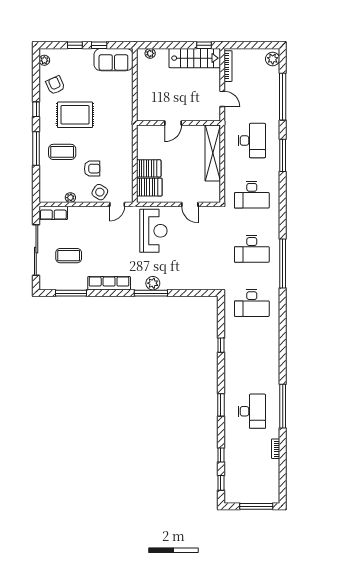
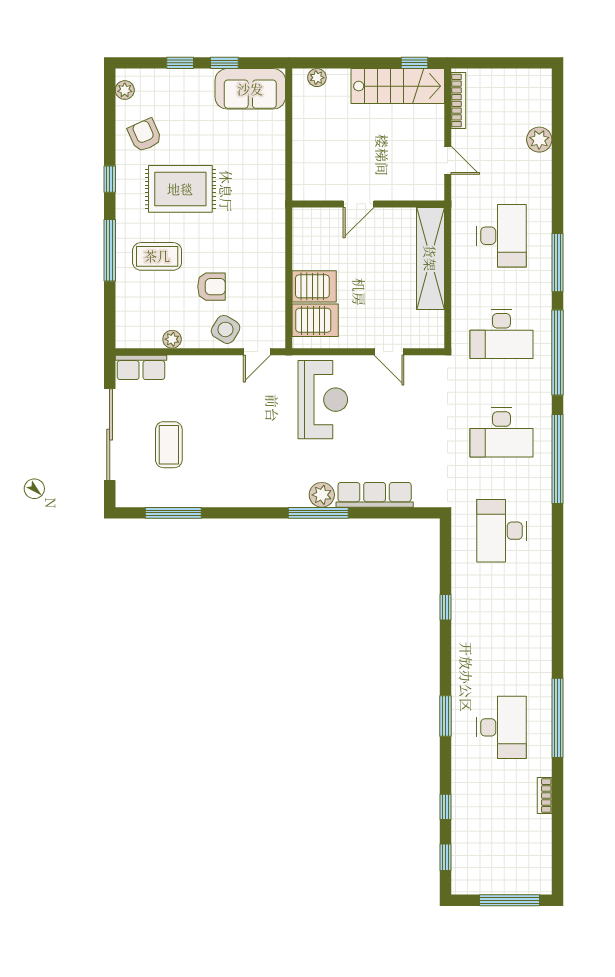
plant: (273, 59) -> (539, 140), moved
window: (283, 97) -> (557, 352), moved
coffee table: (69, 256) -> (169, 445), turned 90
row of seats: (109, 283) -> (375, 495), moved
desk: (252, 303) -> (501, 531), turned 90

